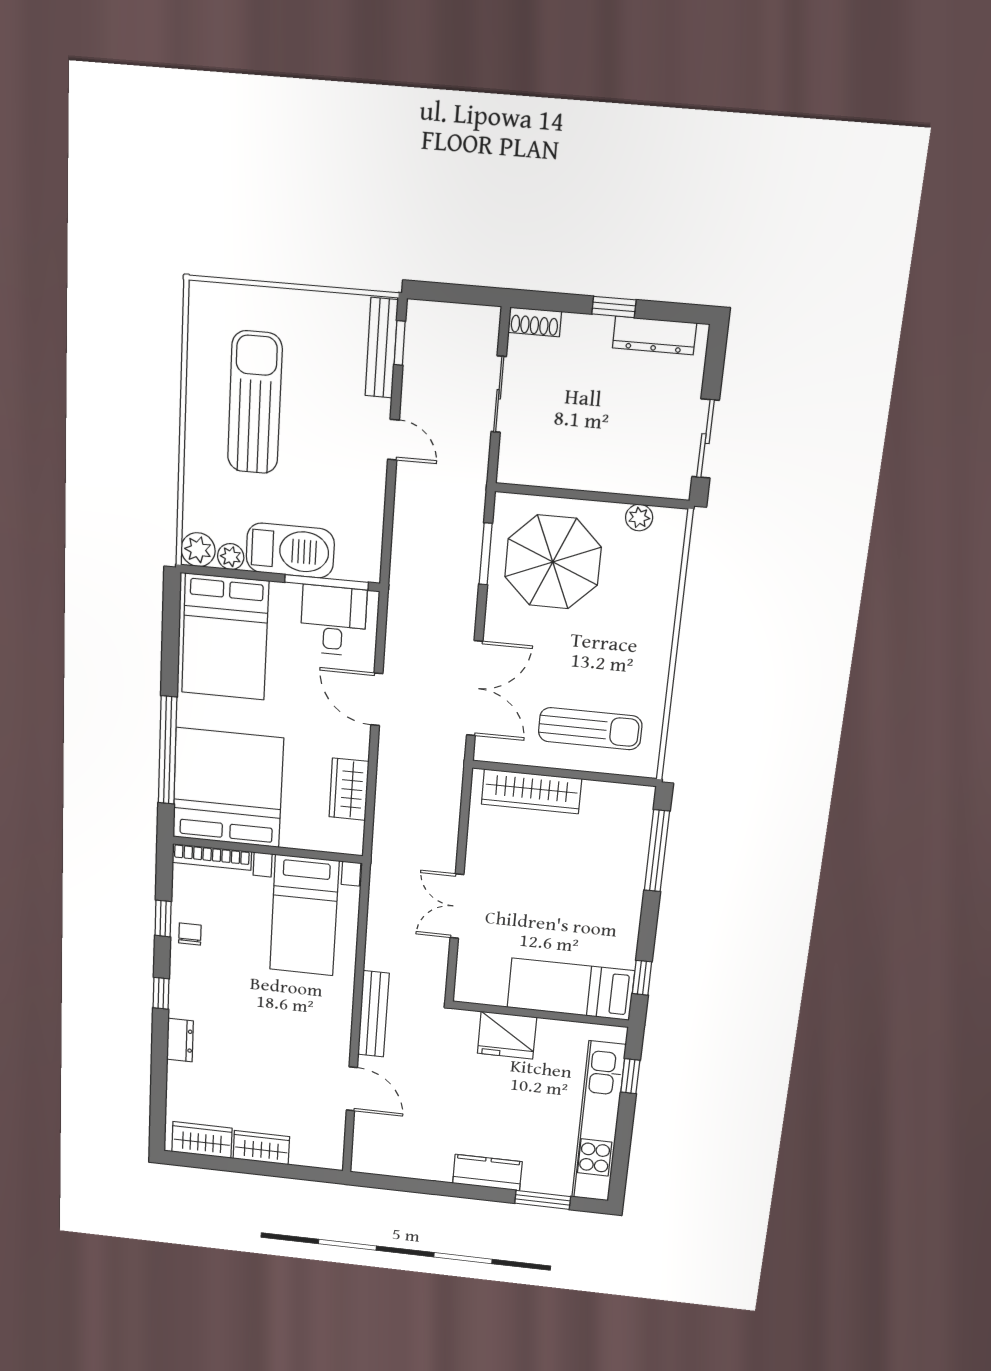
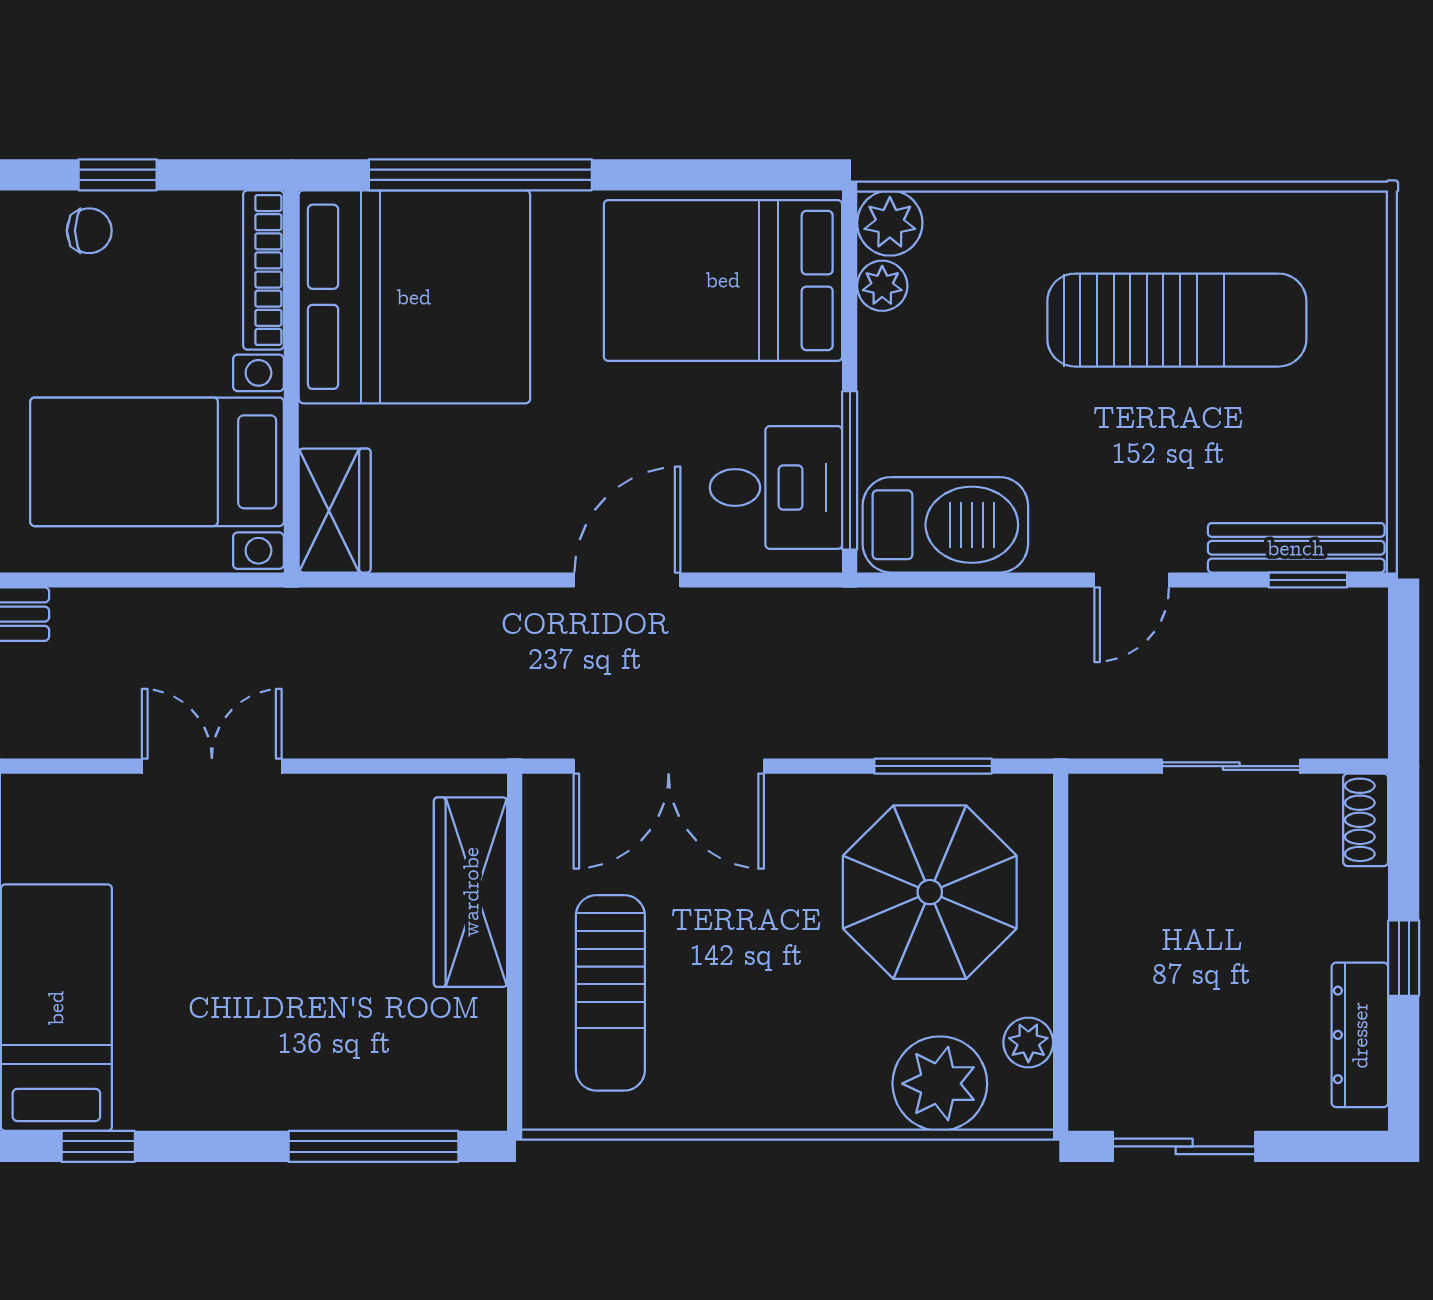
barbecue: (290, 550) -> (945, 525), moved, turned -90
plant: (656, 566) -> (940, 1084), added
wardrobe: (349, 789) -> (335, 511), moved, turned 90

